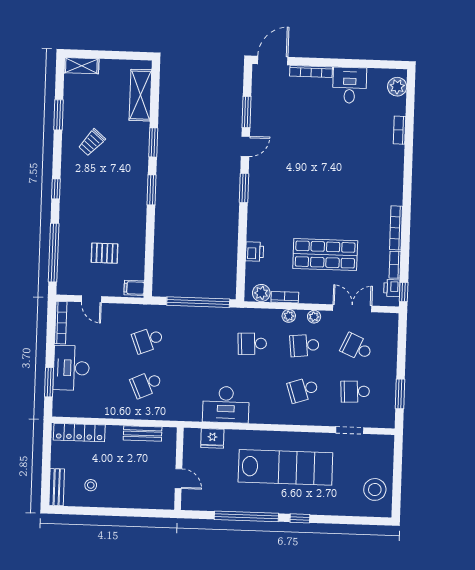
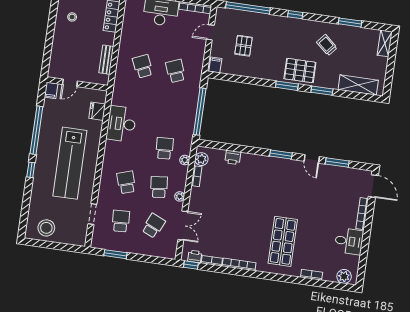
pallet: (130, 175) -> (300, 71), added
shop shelf: (325, 255) -> (283, 241), moved
plant: (289, 316) -> (185, 160), moved
filing cabinet: (191, 503) -> (51, 90), added

